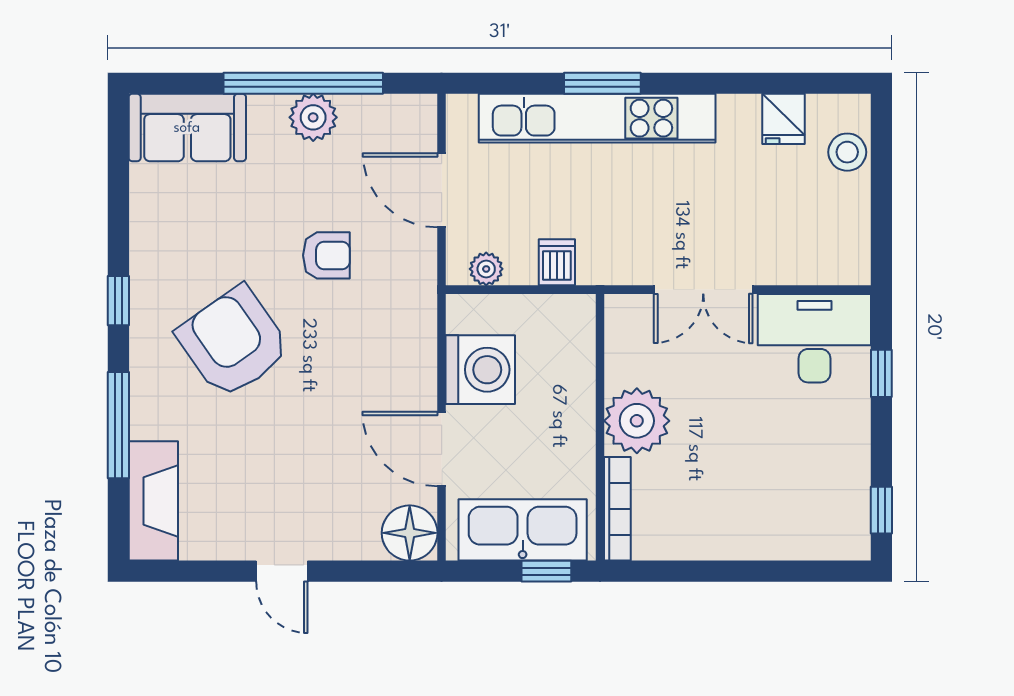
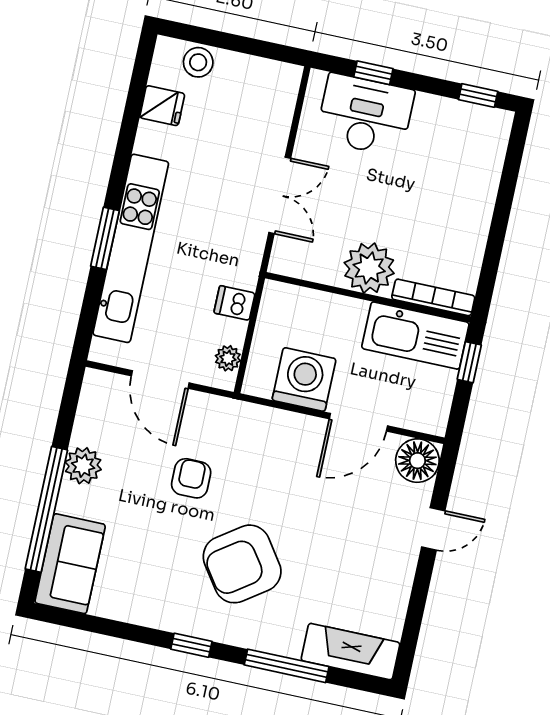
window: (303, 83) -> (46, 509), moved
door: (442, 190) -> (160, 379), hinge flipped
desk: (814, 338) -> (365, 115), moved, turned 90
kitchen sink: (523, 530) -> (415, 336), moved, turned -90
door: (282, 571) -> (433, 529), moved

